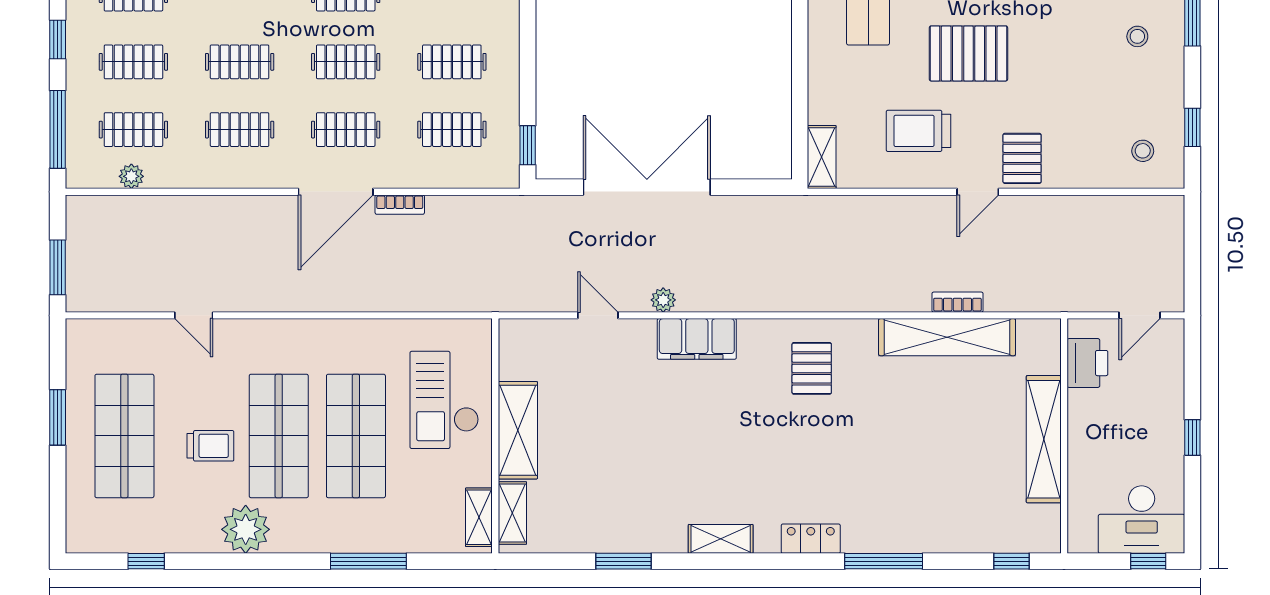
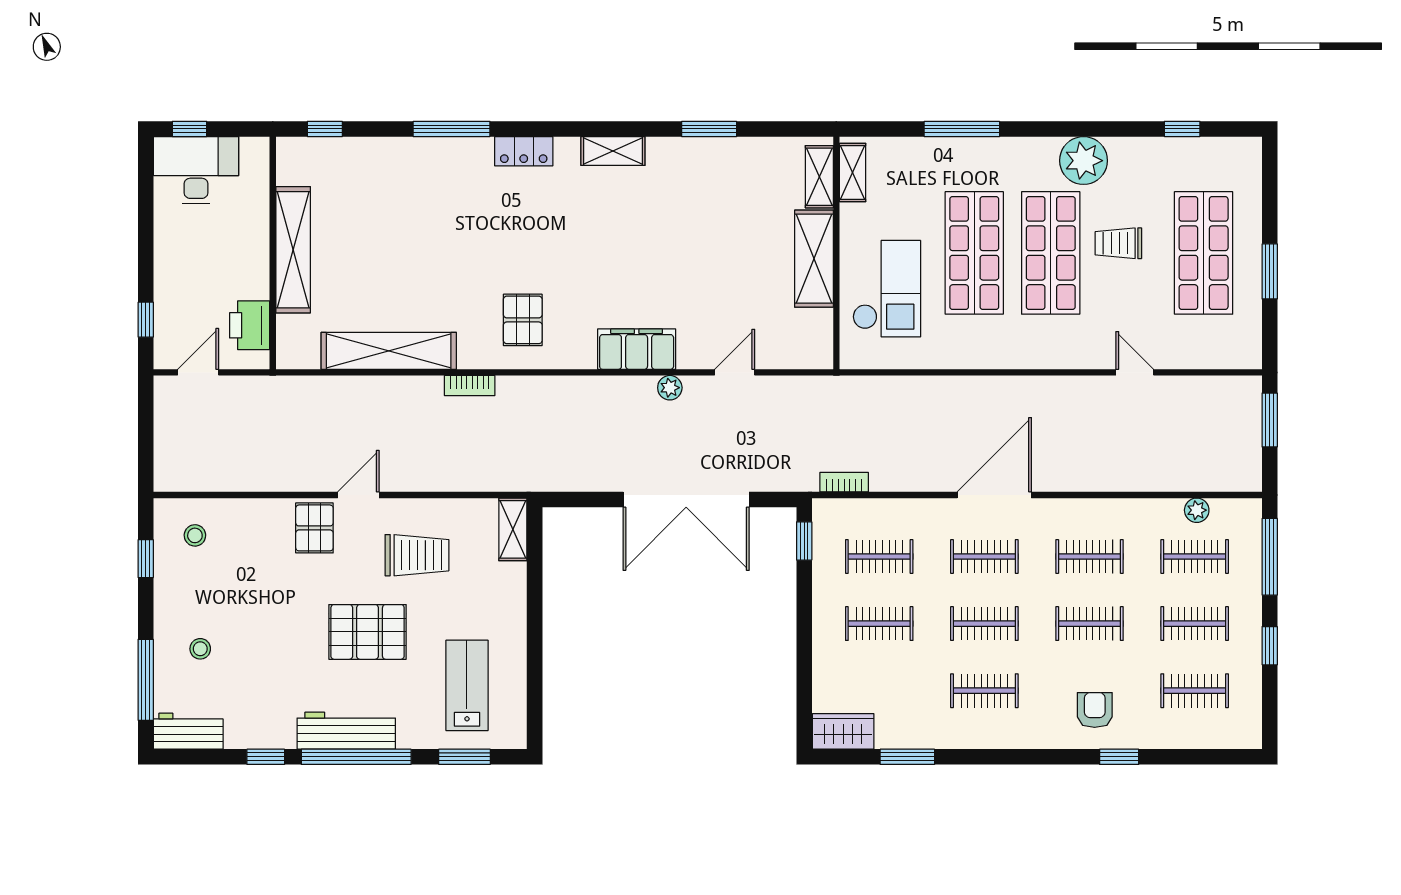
bookcase: (400, 205) -> (844, 482), moved
bookcase: (957, 302) -> (470, 386), moved
door: (598, 315) -> (735, 372), swing flipped
window: (1192, 437) -> (146, 320), moved

